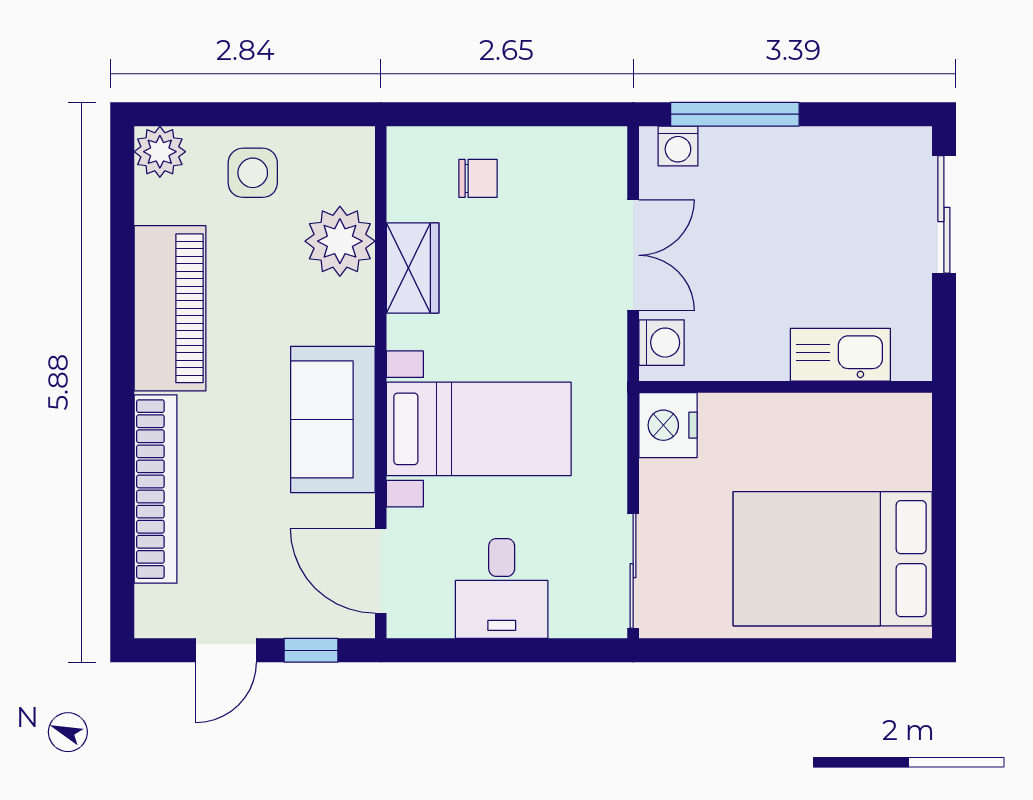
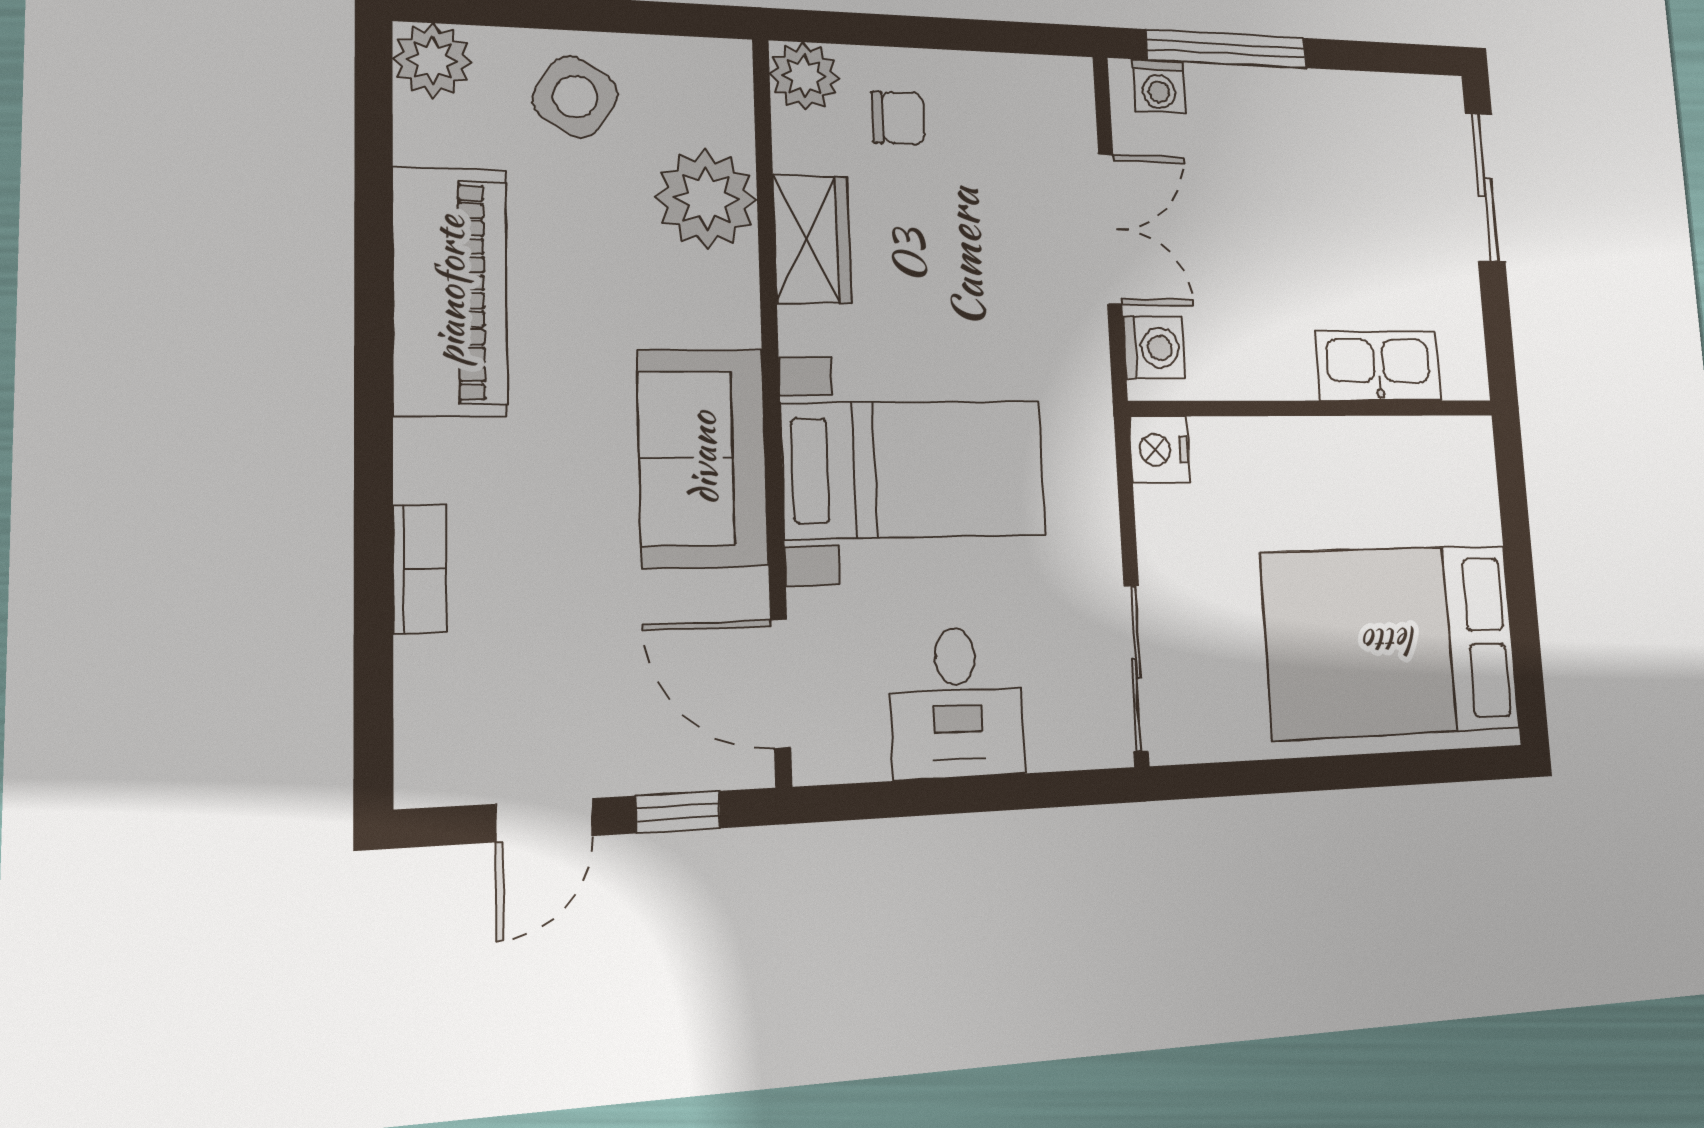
plant: (411, 151) -> (804, 76), added
side table: (253, 173) -> (575, 97), turned 34
nightstand: (668, 425) -> (1159, 450), width x0.74, depth x0.75
bookcase: (156, 489) -> (420, 569), width x0.43, depth x0.76

